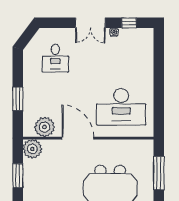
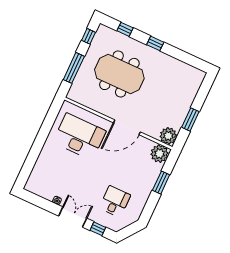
window: (129, 23) -> (98, 229), moved
plant: (44, 127) -> (160, 154), moved
door: (78, 138) -> (127, 127), hinge flipped

